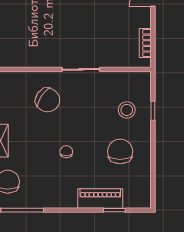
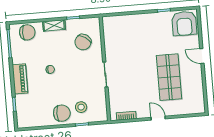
chair: (48, 100) -> (83, 42), moved
chair: (120, 151) -> (62, 113), moved
piano: (100, 198) -> (20, 79), moved

